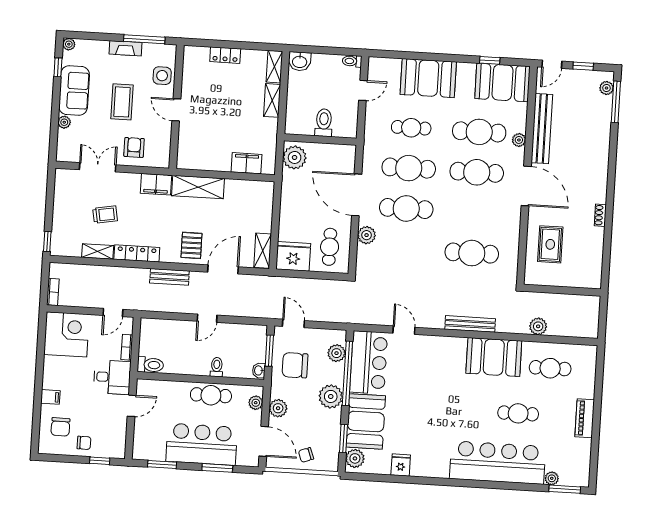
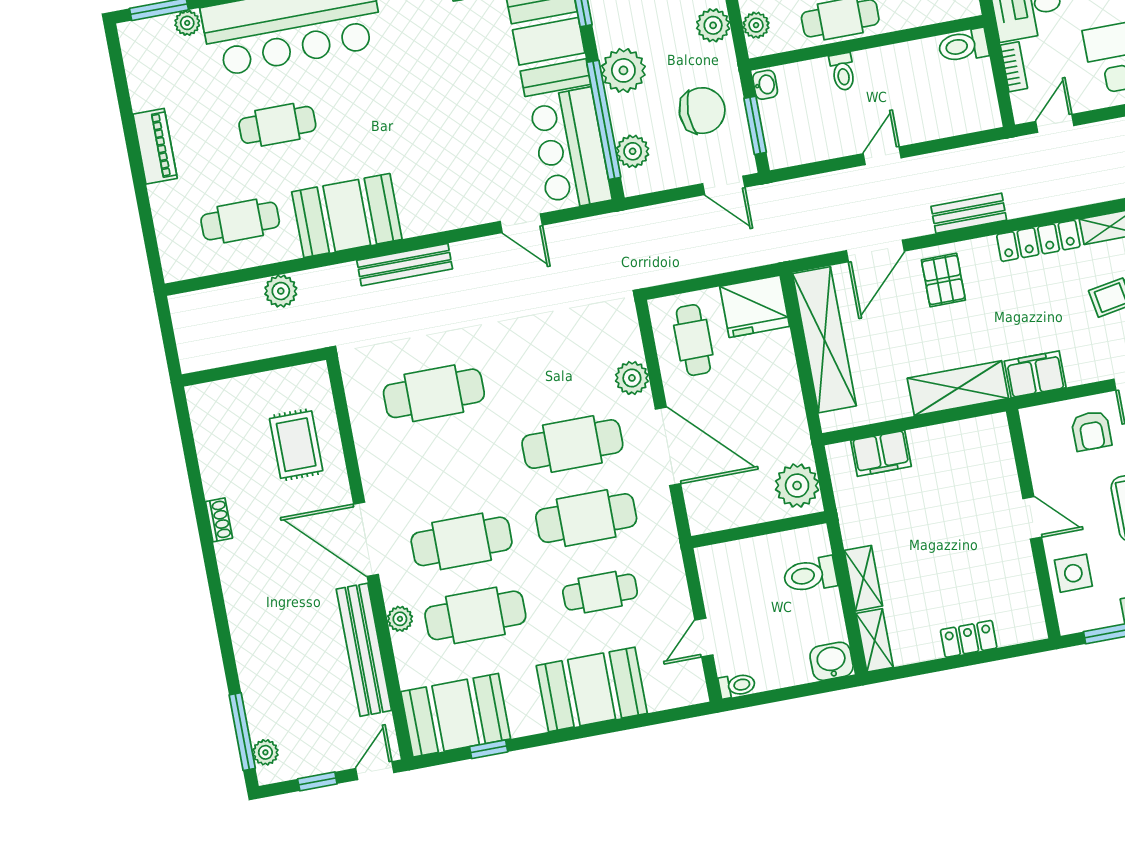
toilet: (324, 123) -> (810, 575), moved, turned 90
shelving: (263, 251) -> (824, 340), width x2.20, depth x1.33

